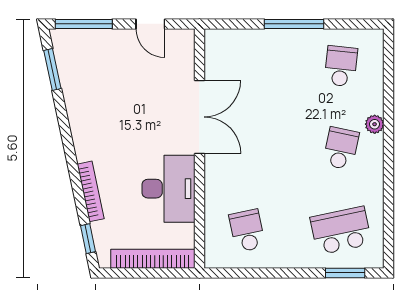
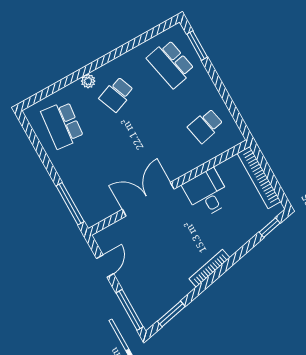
window: (294, 24) -> (70, 204), moved
school desk: (341, 66) -> (62, 125), width x1.85
school desk: (341, 148) -> (117, 94), turned -33
desk: (168, 189) -> (207, 193), width x0.73
bookcase: (91, 191) -> (209, 268), moved

